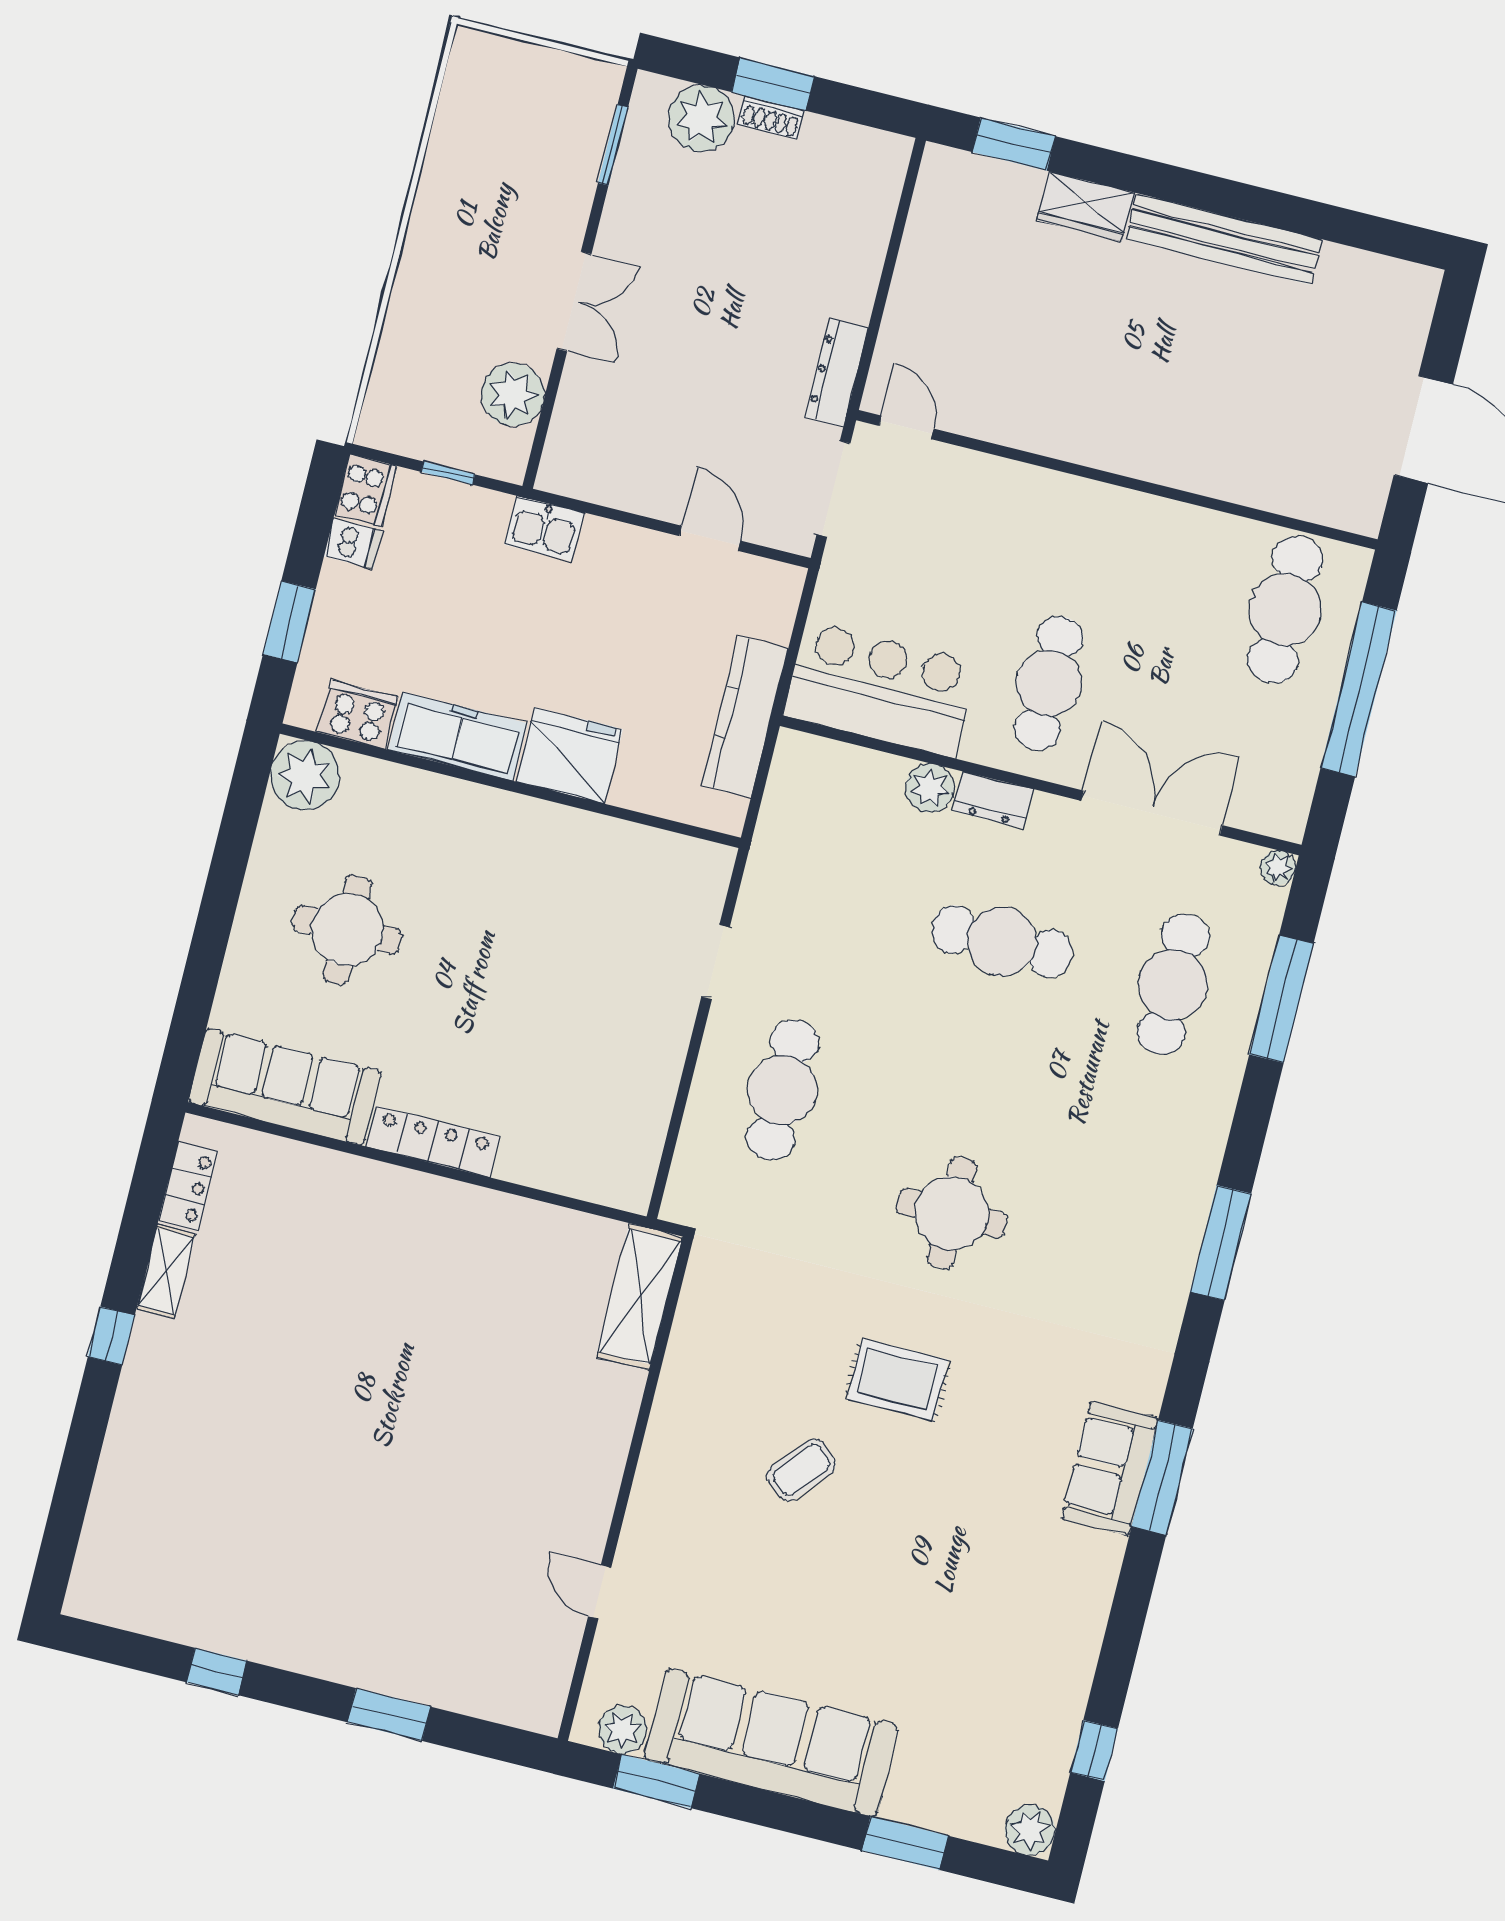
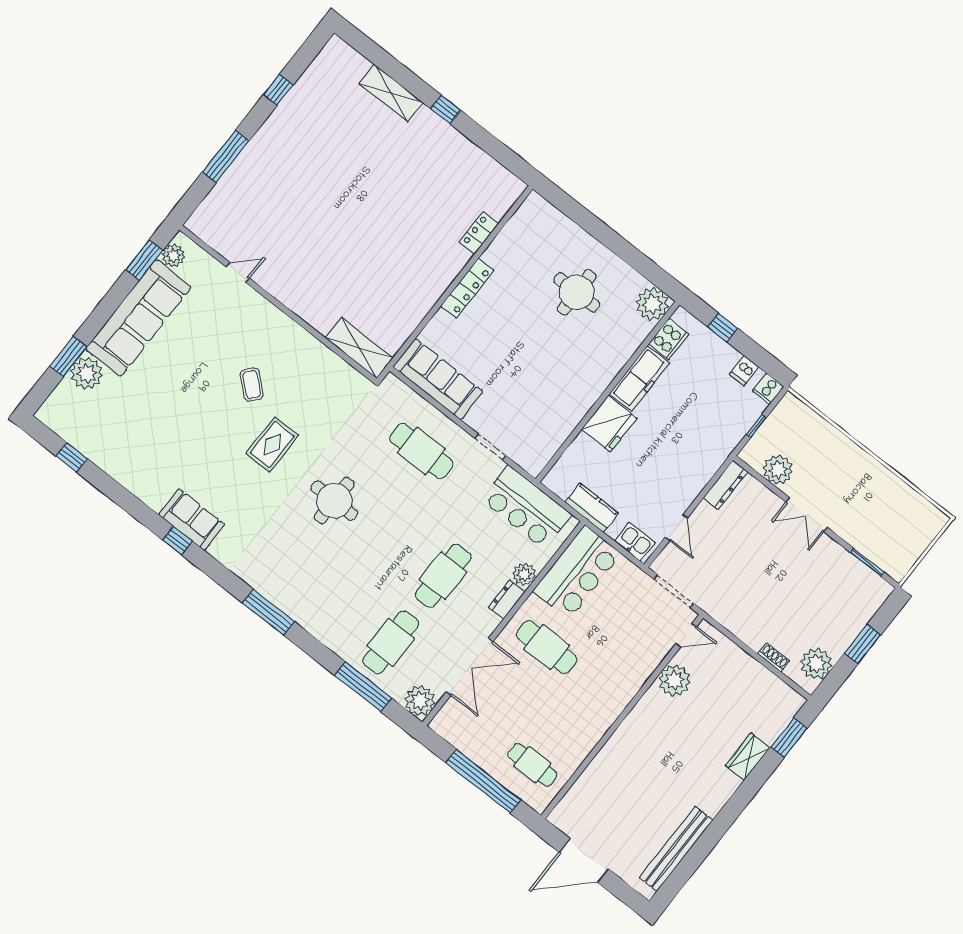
shoe rack: (771, 117) -> (774, 658), moved, turned 90
plant: (701, 119) -> (816, 664), moved
bench: (1224, 239) -> (676, 849), moved
dresser: (837, 373) -> (725, 485), moved, turned 90
plant: (1003, 411) -> (674, 680), added
cooker: (365, 490) -> (768, 389), width x0.73
kitchen sink: (544, 528) -> (635, 542), moved, turned 90
door: (710, 538) -> (676, 528), hinge flipped
cafe table: (1285, 610) -> (532, 765), width x0.73, depth x0.74
window: (289, 622) -> (723, 327), width x0.67
kitchen counter: (745, 717) -> (592, 508), width x0.67
bar counter: (800, 842) -> (526, 507), added
plant: (1278, 868) -> (420, 701), width x1.88, depth x1.88
cafe table: (1173, 984) -> (391, 642), turned 90
sofa: (285, 1087) -> (438, 379), moved, turned -90
locker: (188, 1186) -> (479, 233), moved, turned 90
shelving: (166, 1271) -> (391, 93), moved, width x1.50, depth x1.33
window: (1162, 1478) -> (177, 541), width x0.46
window: (389, 1714) -> (226, 156), width x1.44
plant: (1030, 1830) -> (87, 373), moved, width x1.36, depth x1.36

